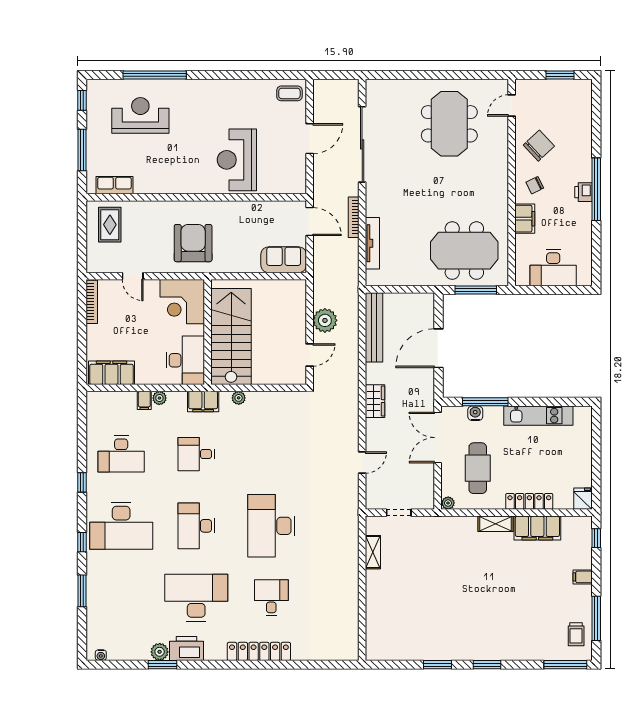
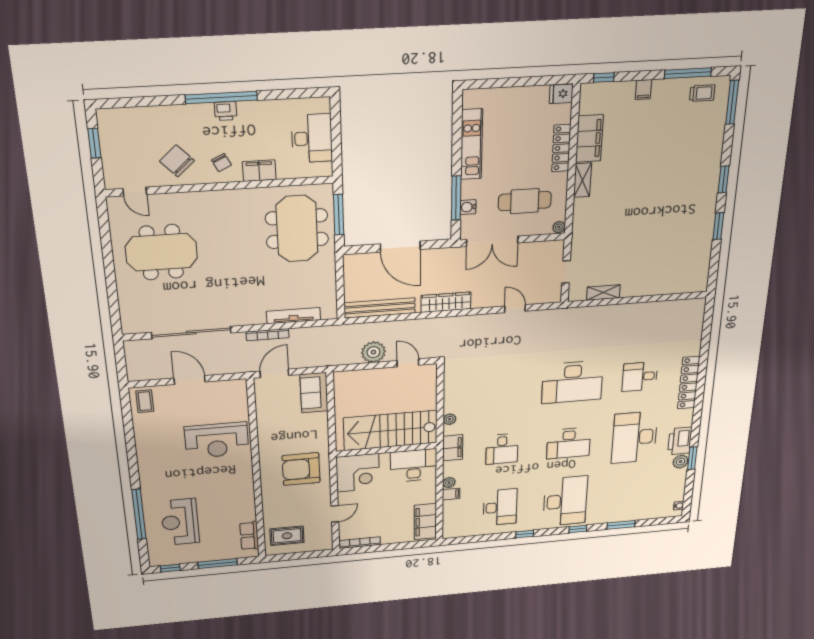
wardrobe: (375, 401) -> (446, 302), width x1.50

